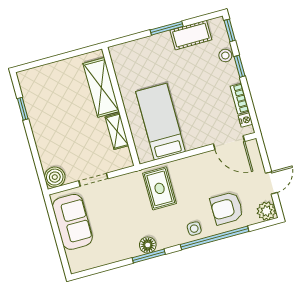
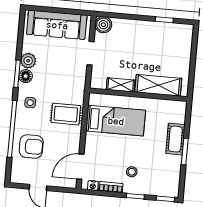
cot: (191, 35) -> (175, 139), moved
stool: (225, 55) -> (132, 172), moved
rug: (160, 188) -> (66, 114), moved
armchair: (227, 208) -> (31, 146), turned 90
plant: (266, 211) -> (28, 61), moved
sofa: (72, 222) -> (57, 25), width x1.36
side table: (194, 229) -> (30, 103), moved

